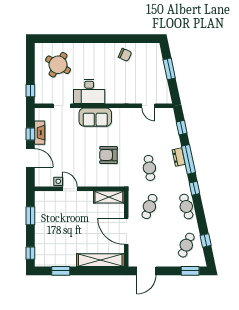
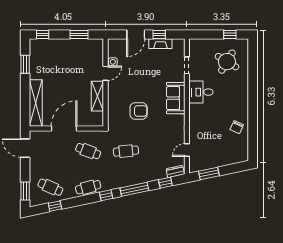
window: (169, 69) -> (209, 173), moved
window: (30, 91) -> (230, 35), moved
desk: (89, 91) -> (201, 92), width x0.73
armchair: (108, 155) -> (139, 111), turned 90
dresser: (179, 157) -> (175, 172), moved
shelving: (109, 197) -> (97, 96), moved

